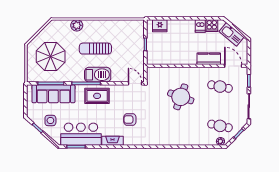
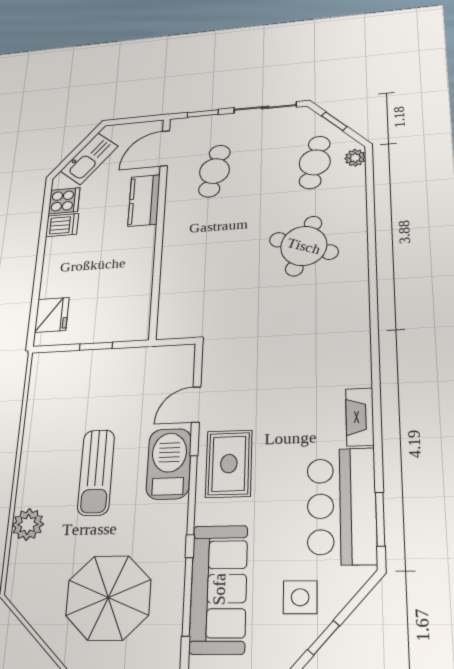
door: (135, 83) -> (196, 405), moved
round table: (181, 97) -> (304, 246), moved
armchair: (130, 119) -> (298, 374), removed

